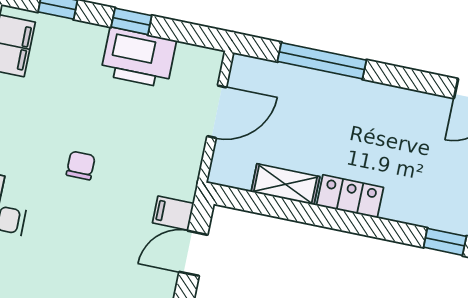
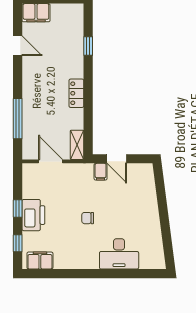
printer: (138, 58) -> (33, 215), moved
shelving: (285, 184) -> (77, 145), moved

